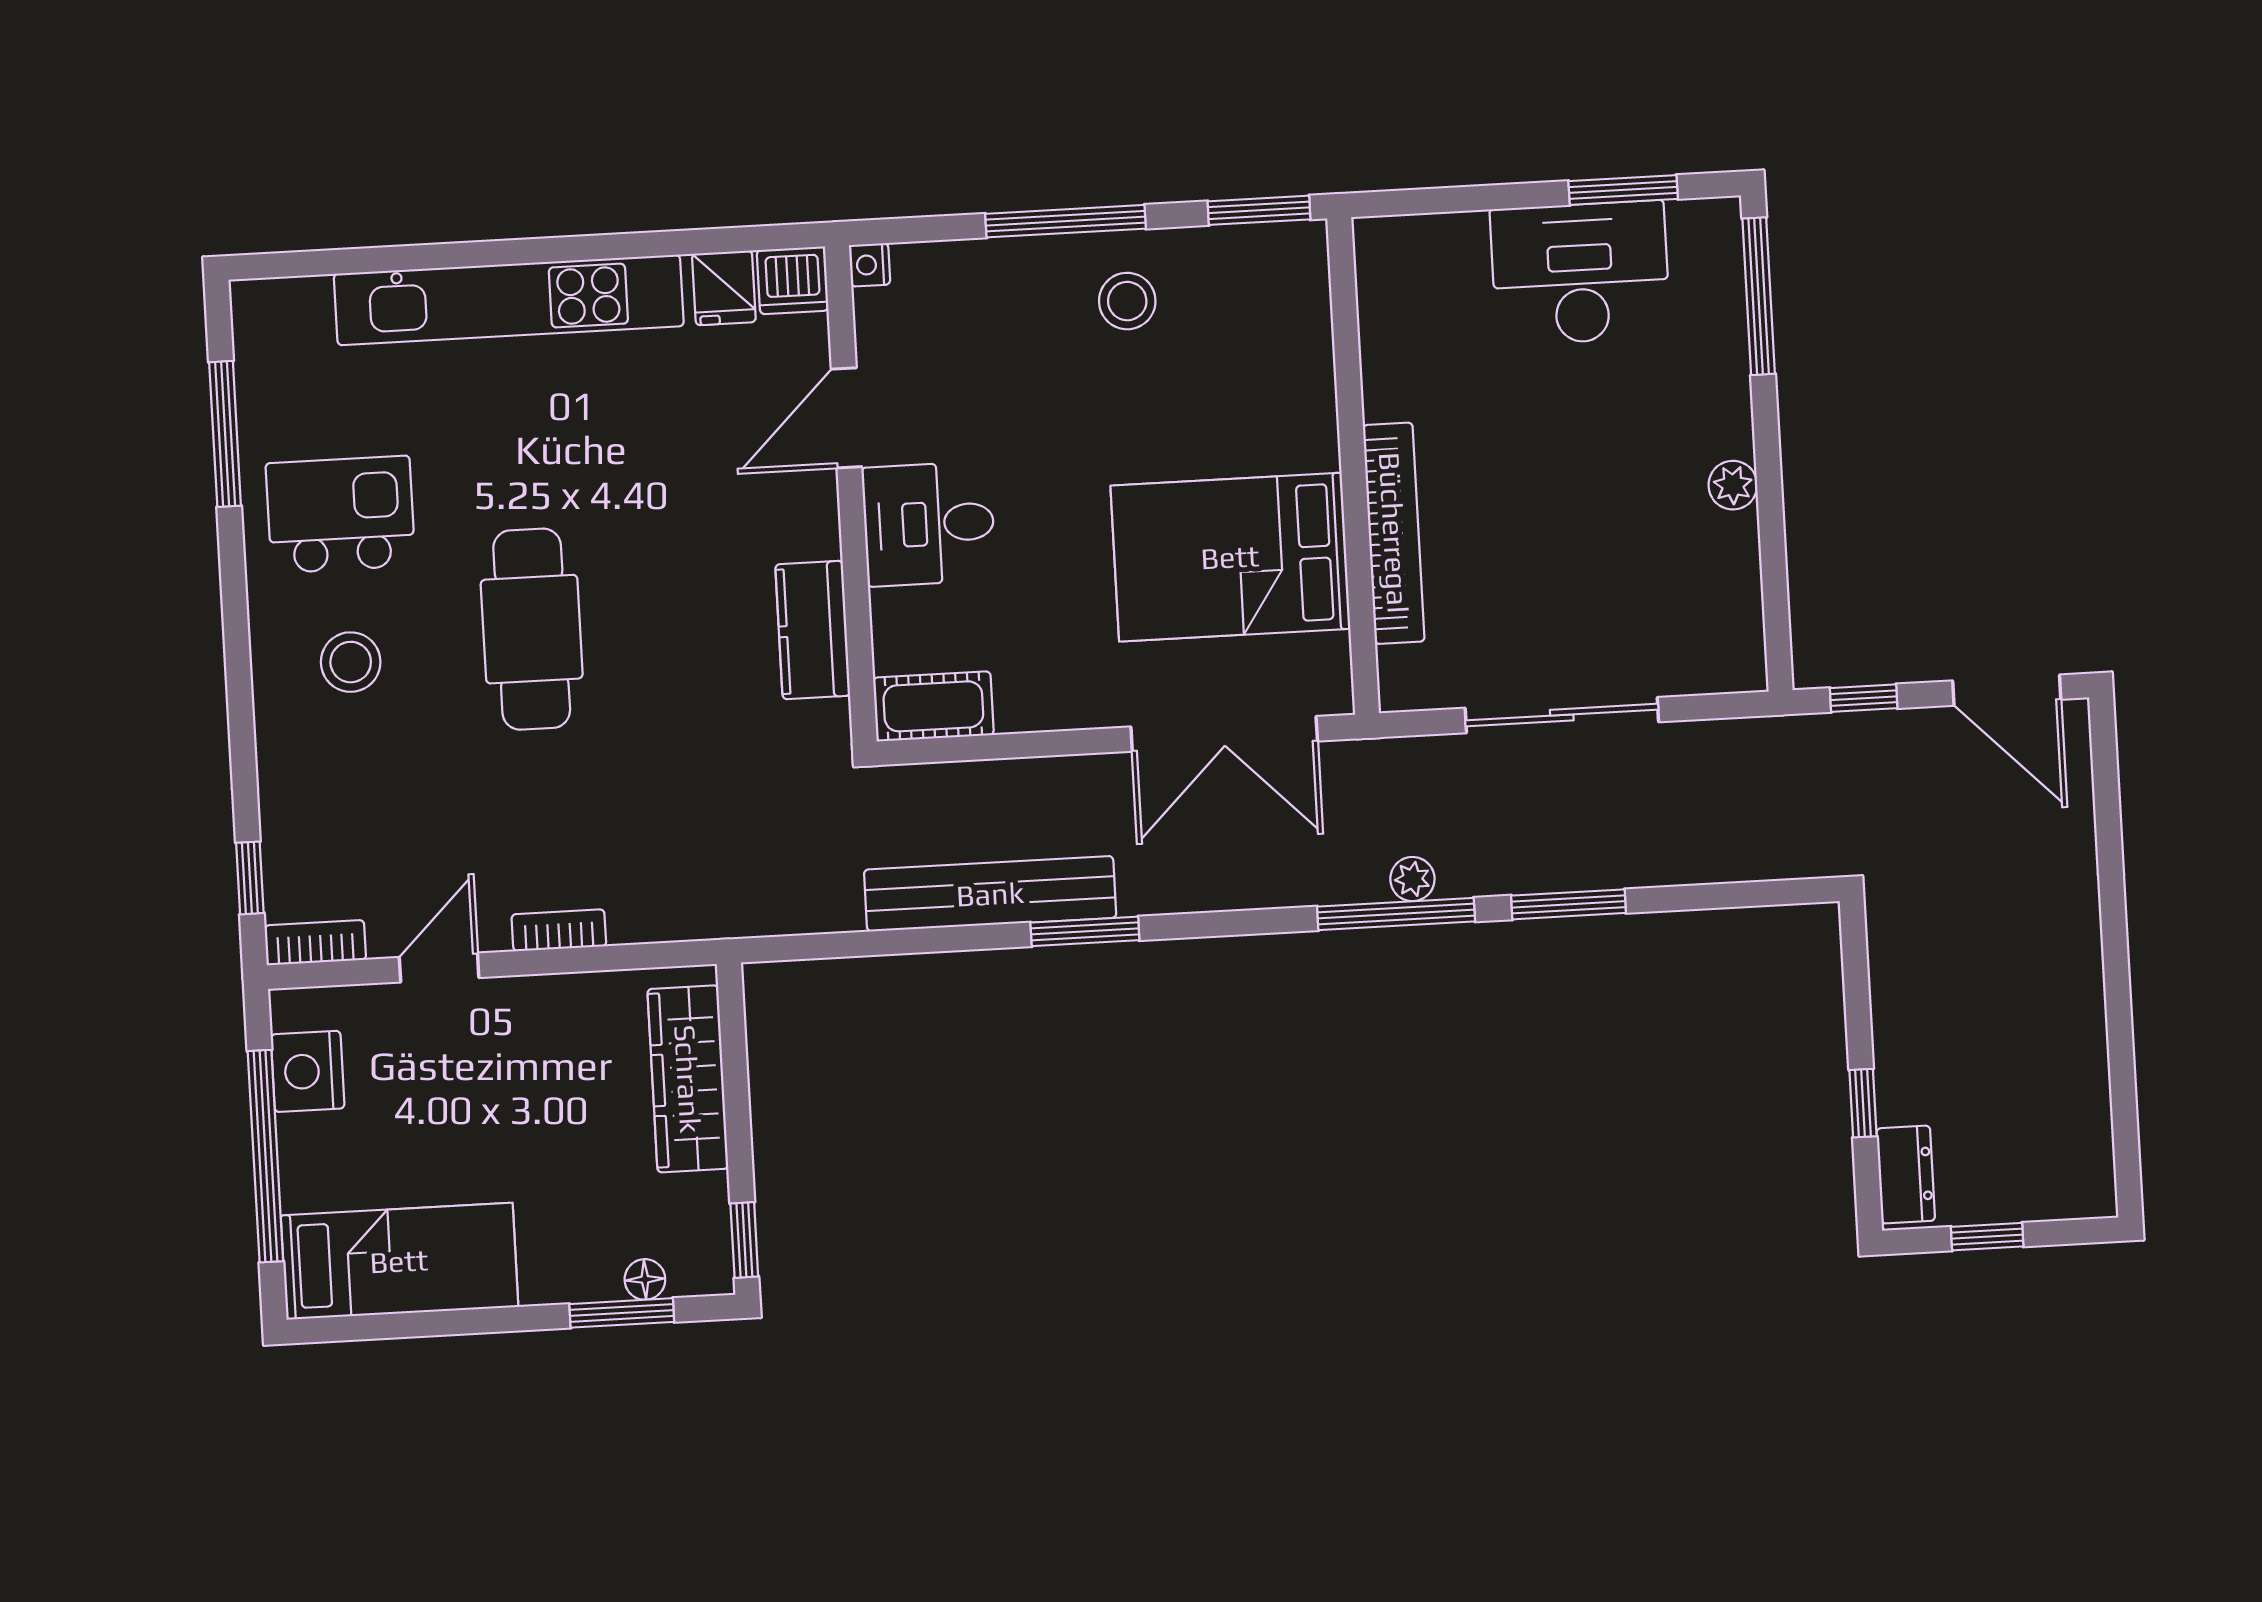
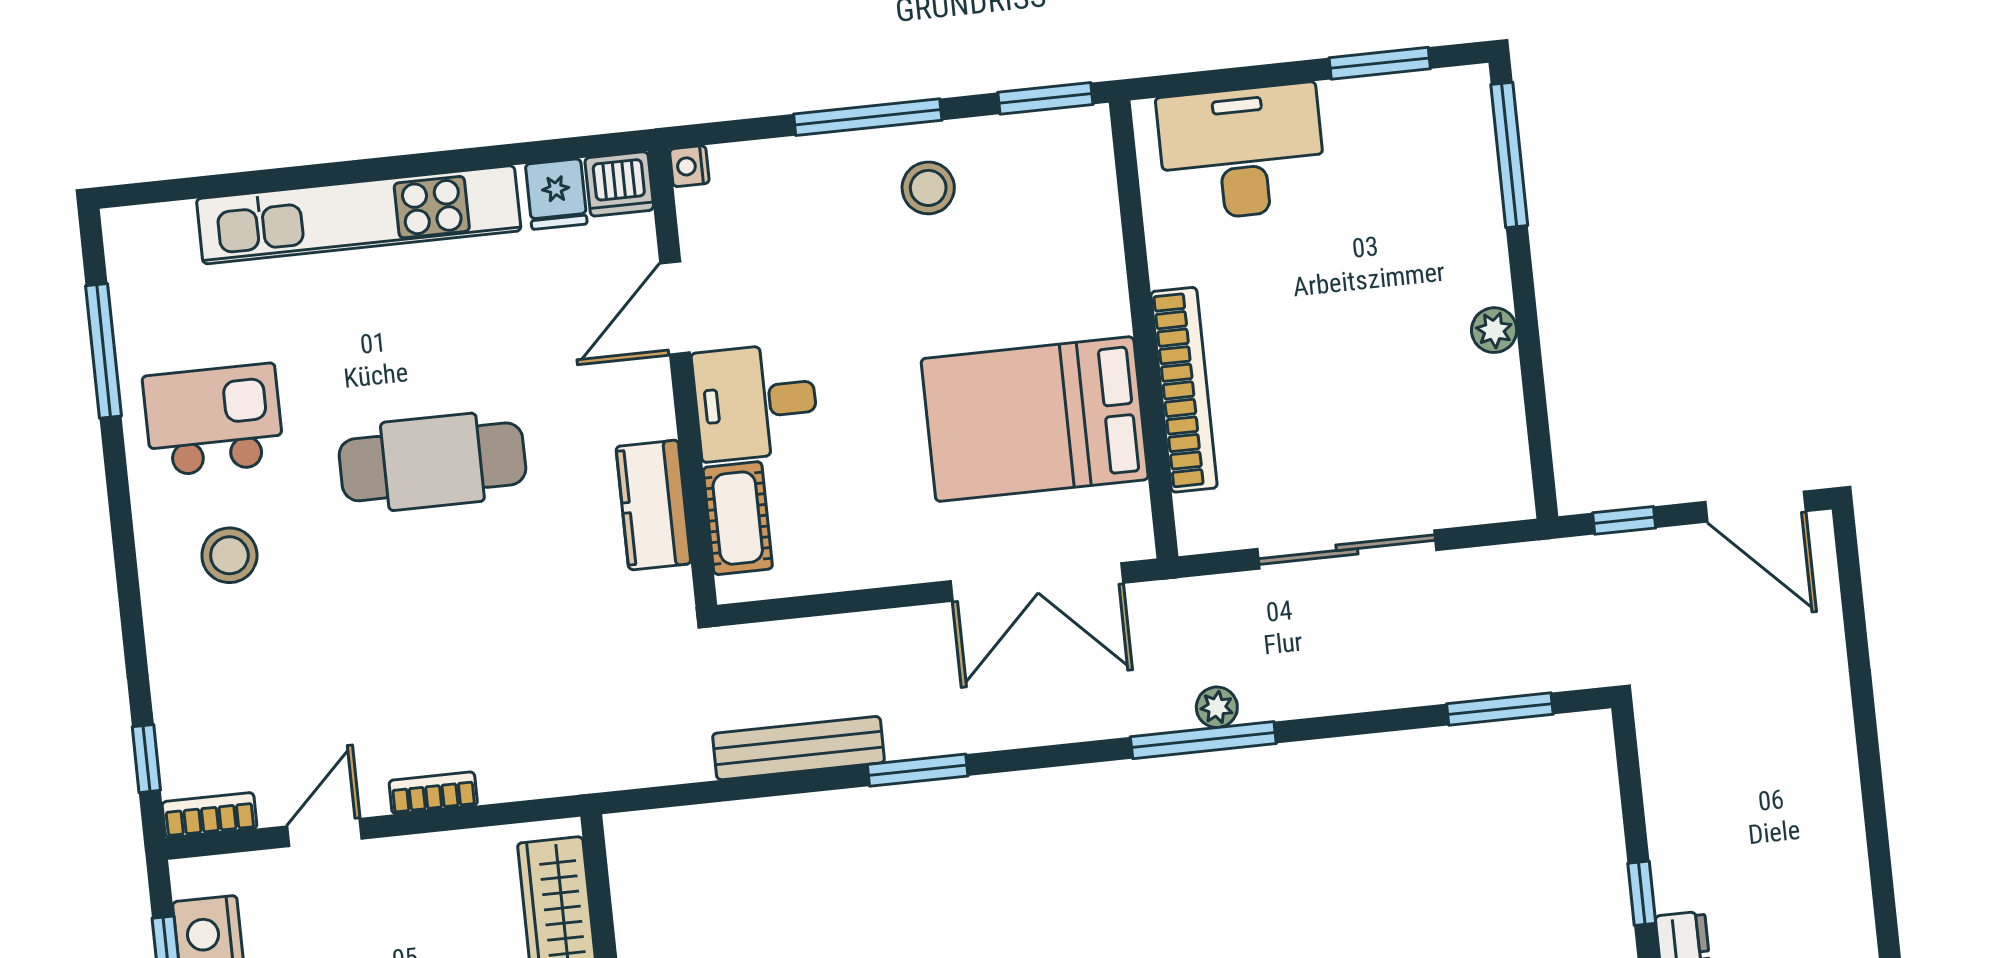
desk: (1580, 273) -> (1242, 152), moved
cafe table: (532, 629) -> (432, 462), moved, turned 90
cot: (933, 706) -> (738, 518), moved, turned 90
bench: (990, 894) -> (798, 748), width x0.73, depth x0.82
window: (1569, 904) -> (1500, 709), moved

